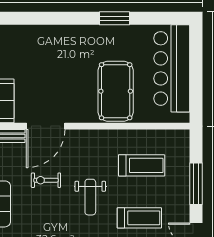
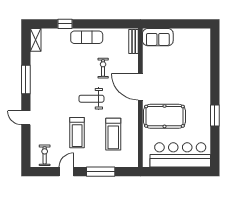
door: (46, 126) -> (140, 87), moved

